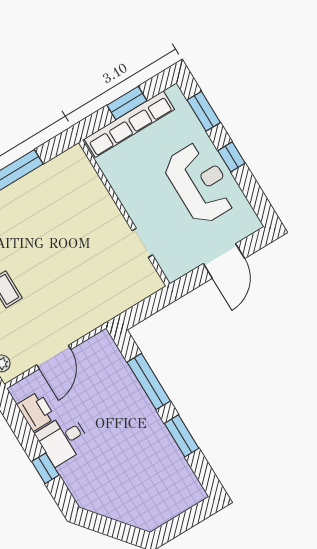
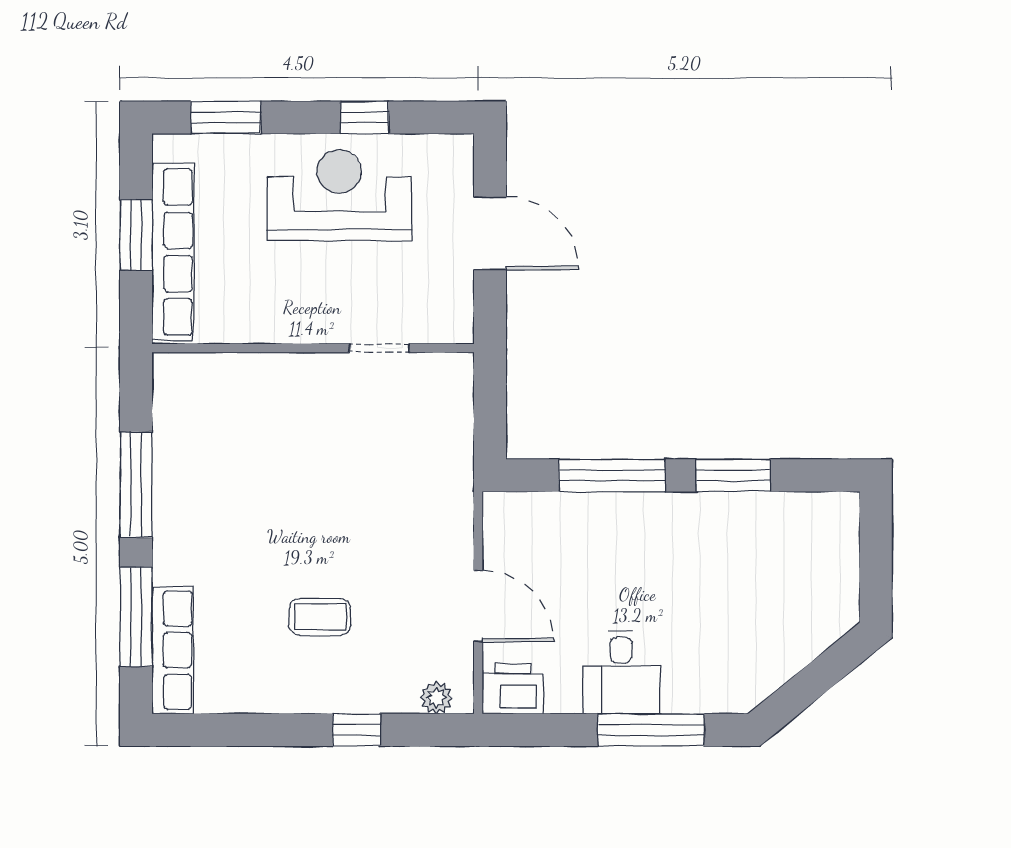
window: (232, 157) -> (364, 118), moved
printer: (36, 411) -> (513, 689), moved
window: (45, 468) -> (651, 730), width x2.17

